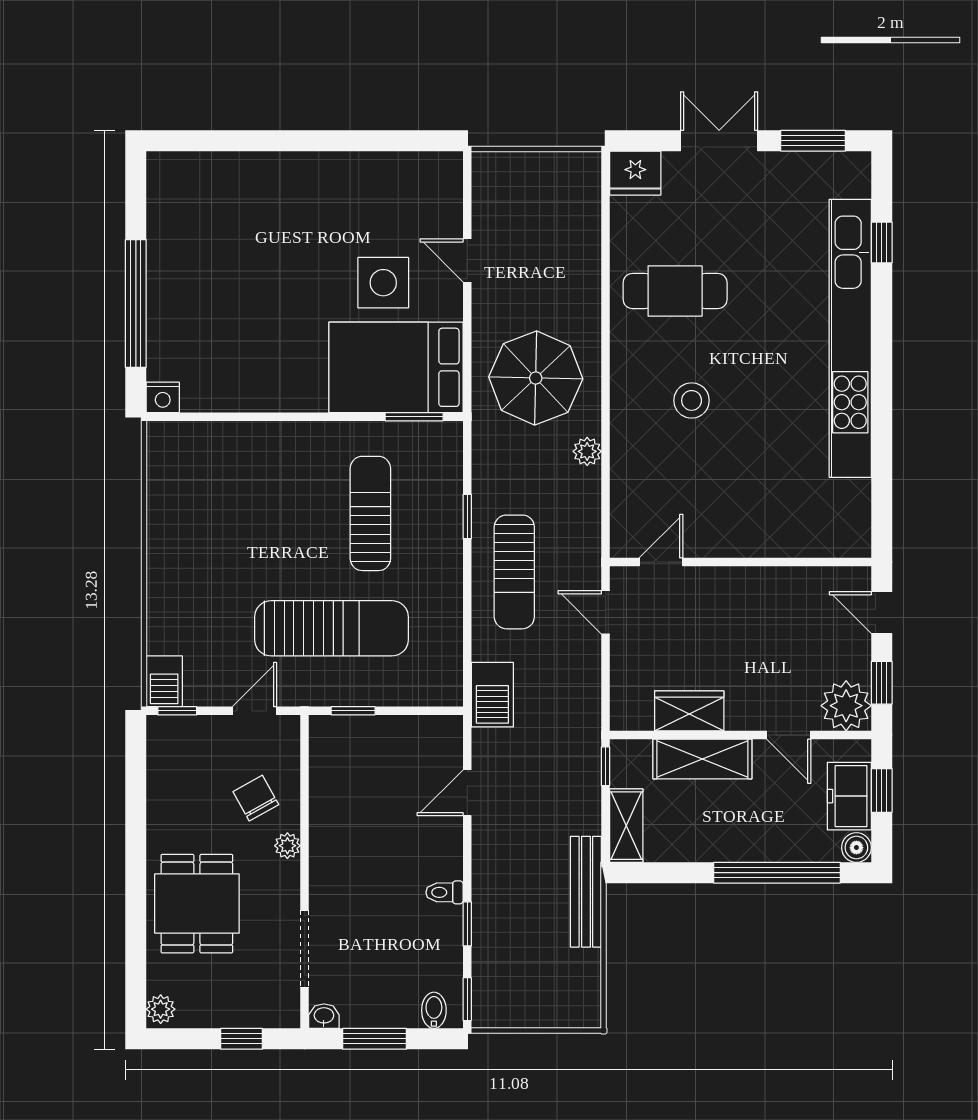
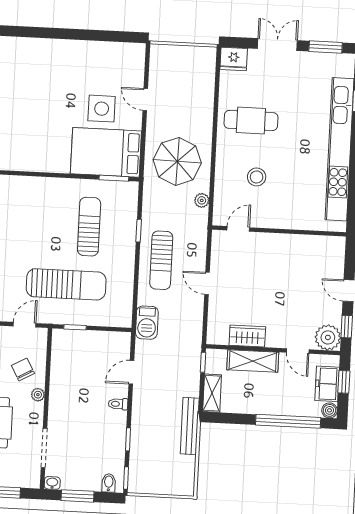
door: (661, 562) -> (238, 229), moved
wall: (741, 562) -> (279, 231), moved
toilet: (444, 892) -> (118, 404), moved

